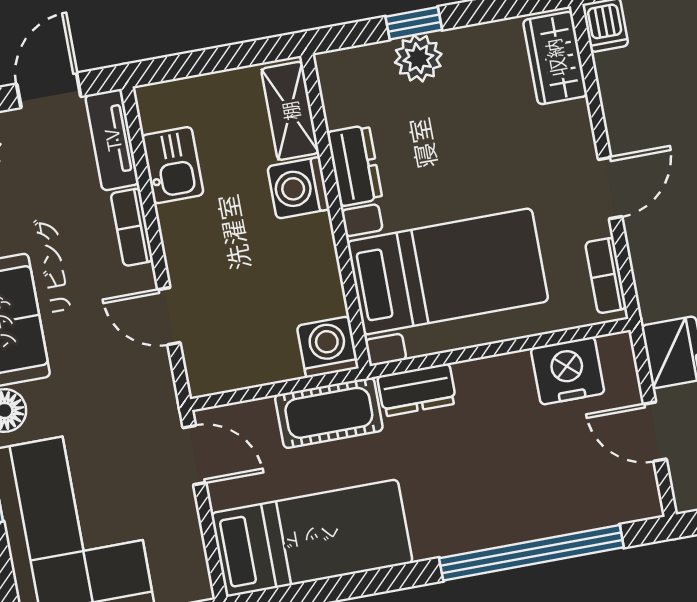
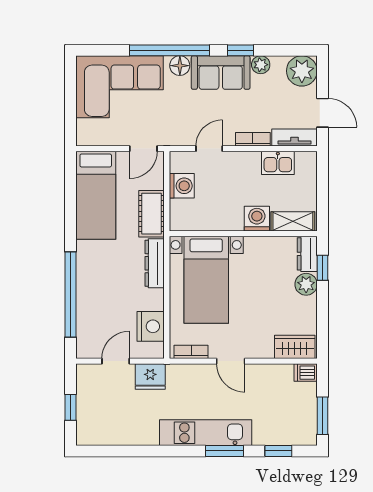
window: (414, 23) -> (322, 268), moved
dresser: (355, 166) -> (307, 254), moved, turned 90
washing machine: (328, 347) -> (182, 186), moved
dresser: (417, 390) -> (155, 263), width x1.44

